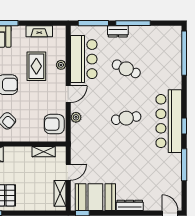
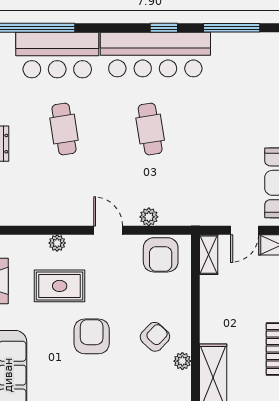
bar counter: (84, 59) -> (57, 55), moved, turned 180
cafe table: (126, 69) -> (64, 129), turned -33
shelving: (44, 152) -> (209, 255), moved
door: (68, 172) -> (245, 230), swing flipped

